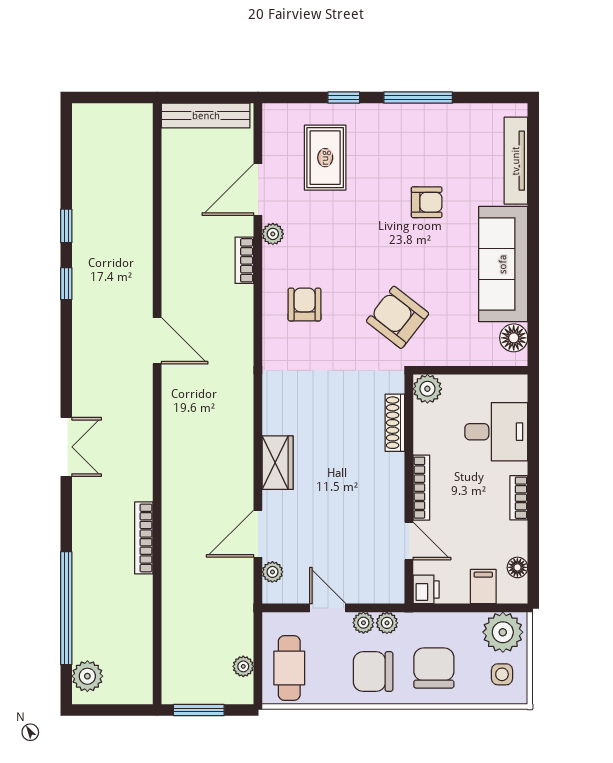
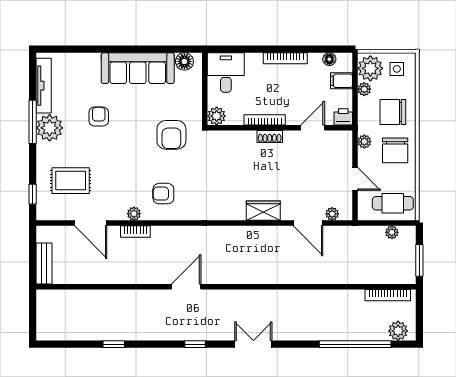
window: (344, 98) -> (33, 194), moved
bench: (206, 116) -> (44, 263), width x0.73
plant: (409, 124) -> (50, 128), added
tv unit: (516, 161) -> (44, 86), moved, turned -90
plant: (273, 234) -> (134, 214), moved
window: (66, 284) -> (195, 344), moved
armchair: (398, 317) -> (171, 135), turned -38
shoe rack: (395, 423) -> (270, 137), moved, width x0.70
desk: (496, 432) -> (226, 73), moved
bookcase: (421, 488) -> (265, 120), moved
bookcase: (519, 498) -> (285, 58), width x1.56
bookcase: (144, 538) -> (388, 295), moved
door: (328, 608) -> (355, 179), swing flipped
plant: (363, 623) -> (364, 89), moved

